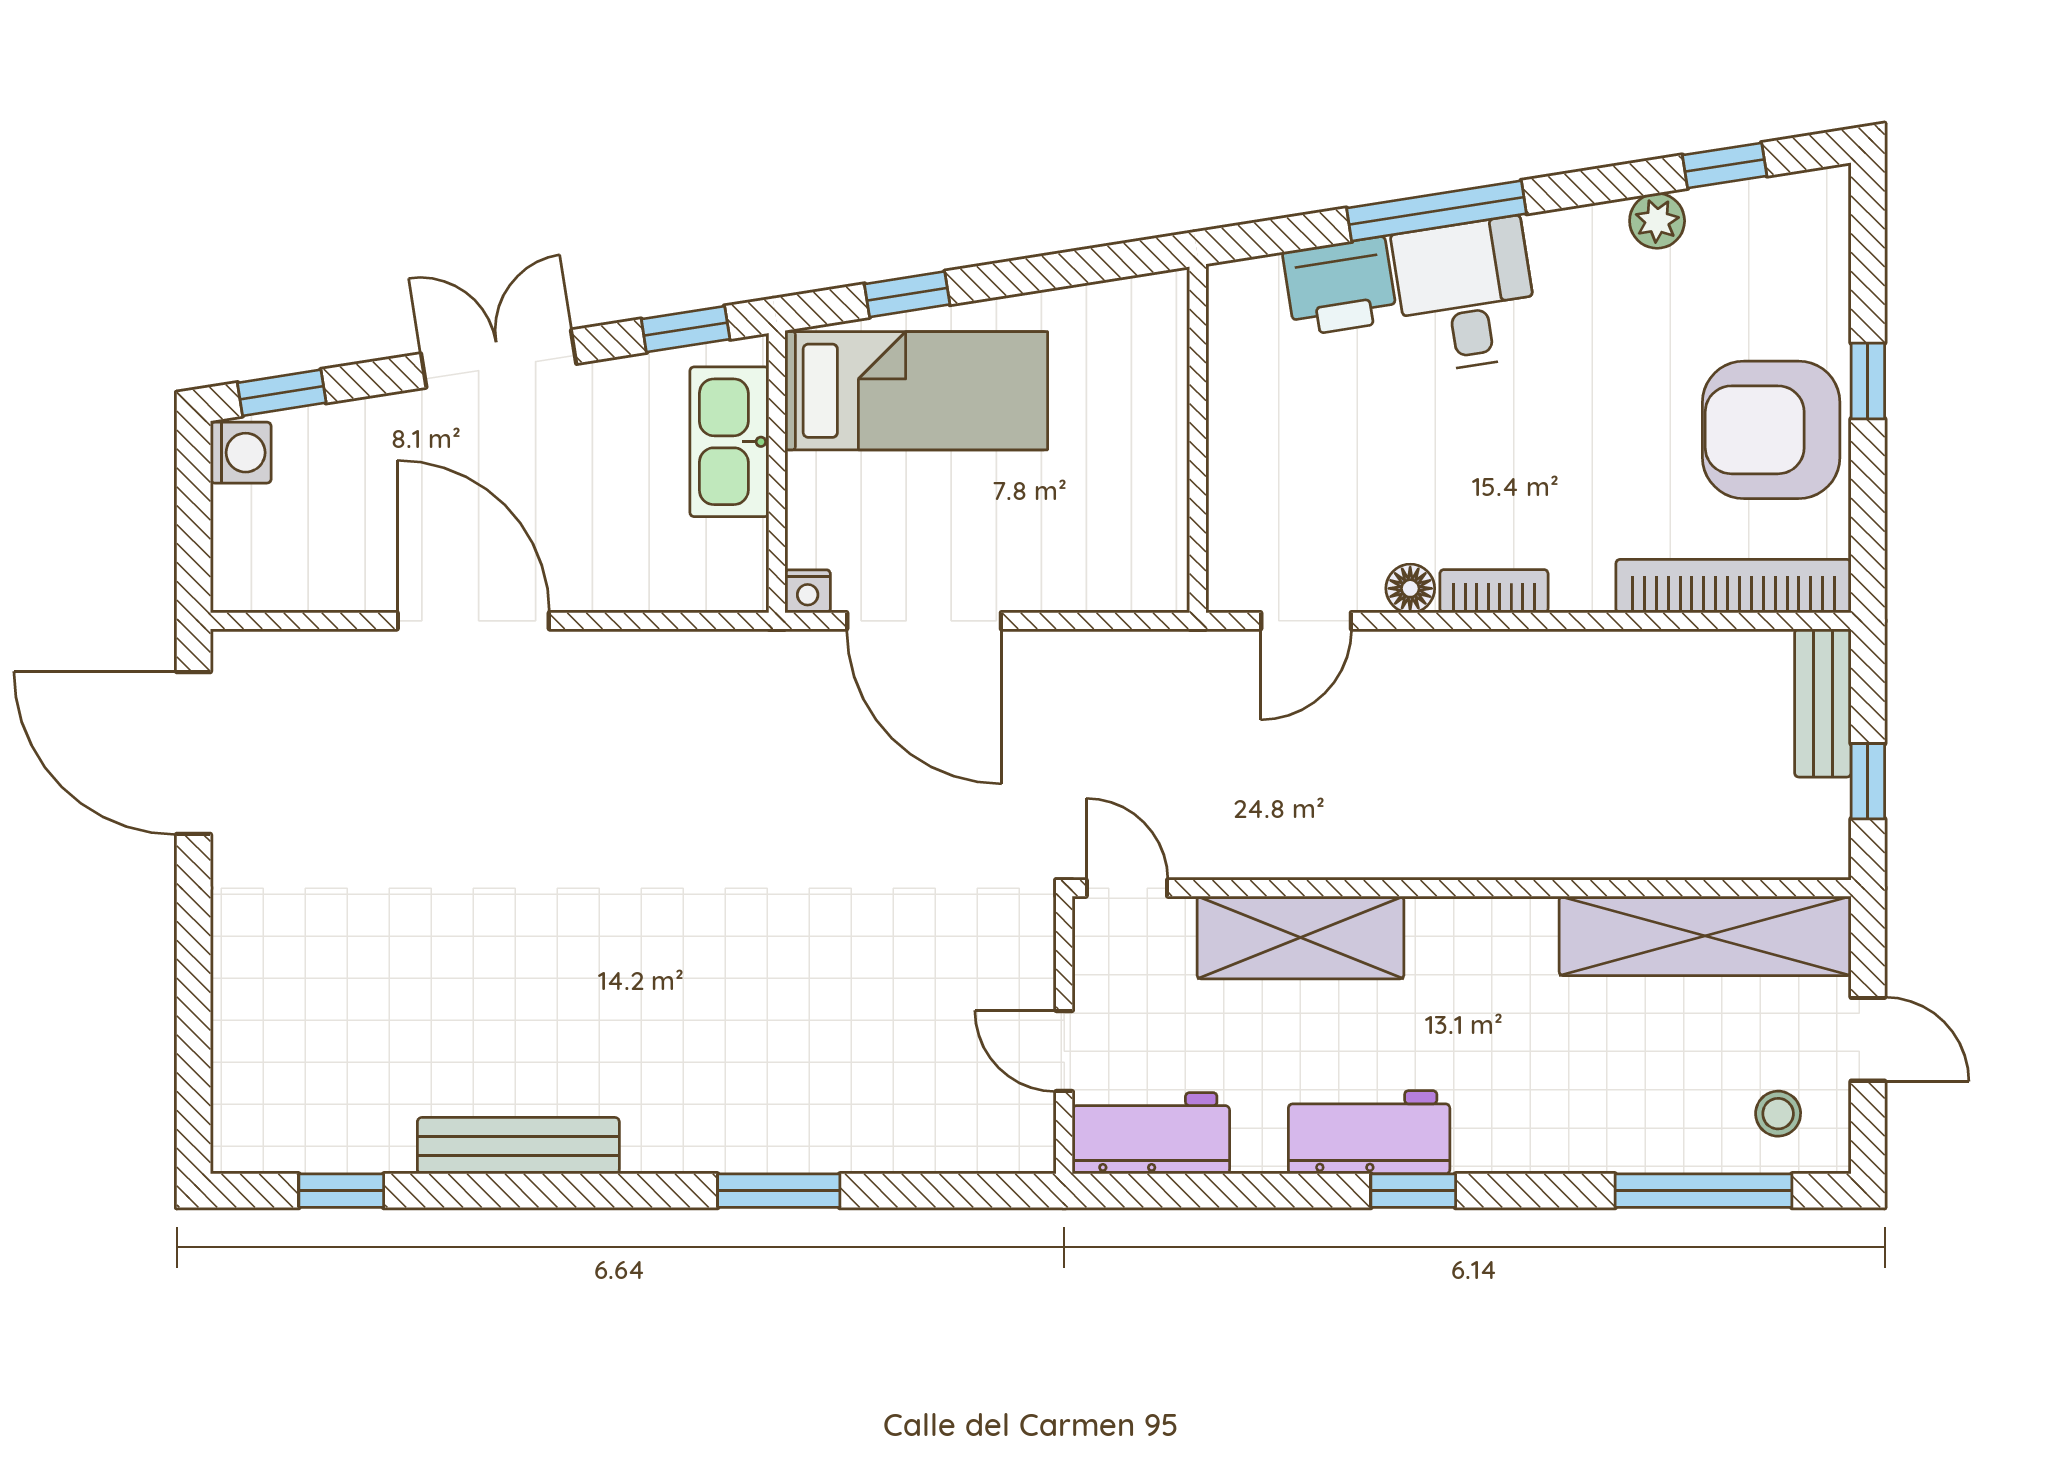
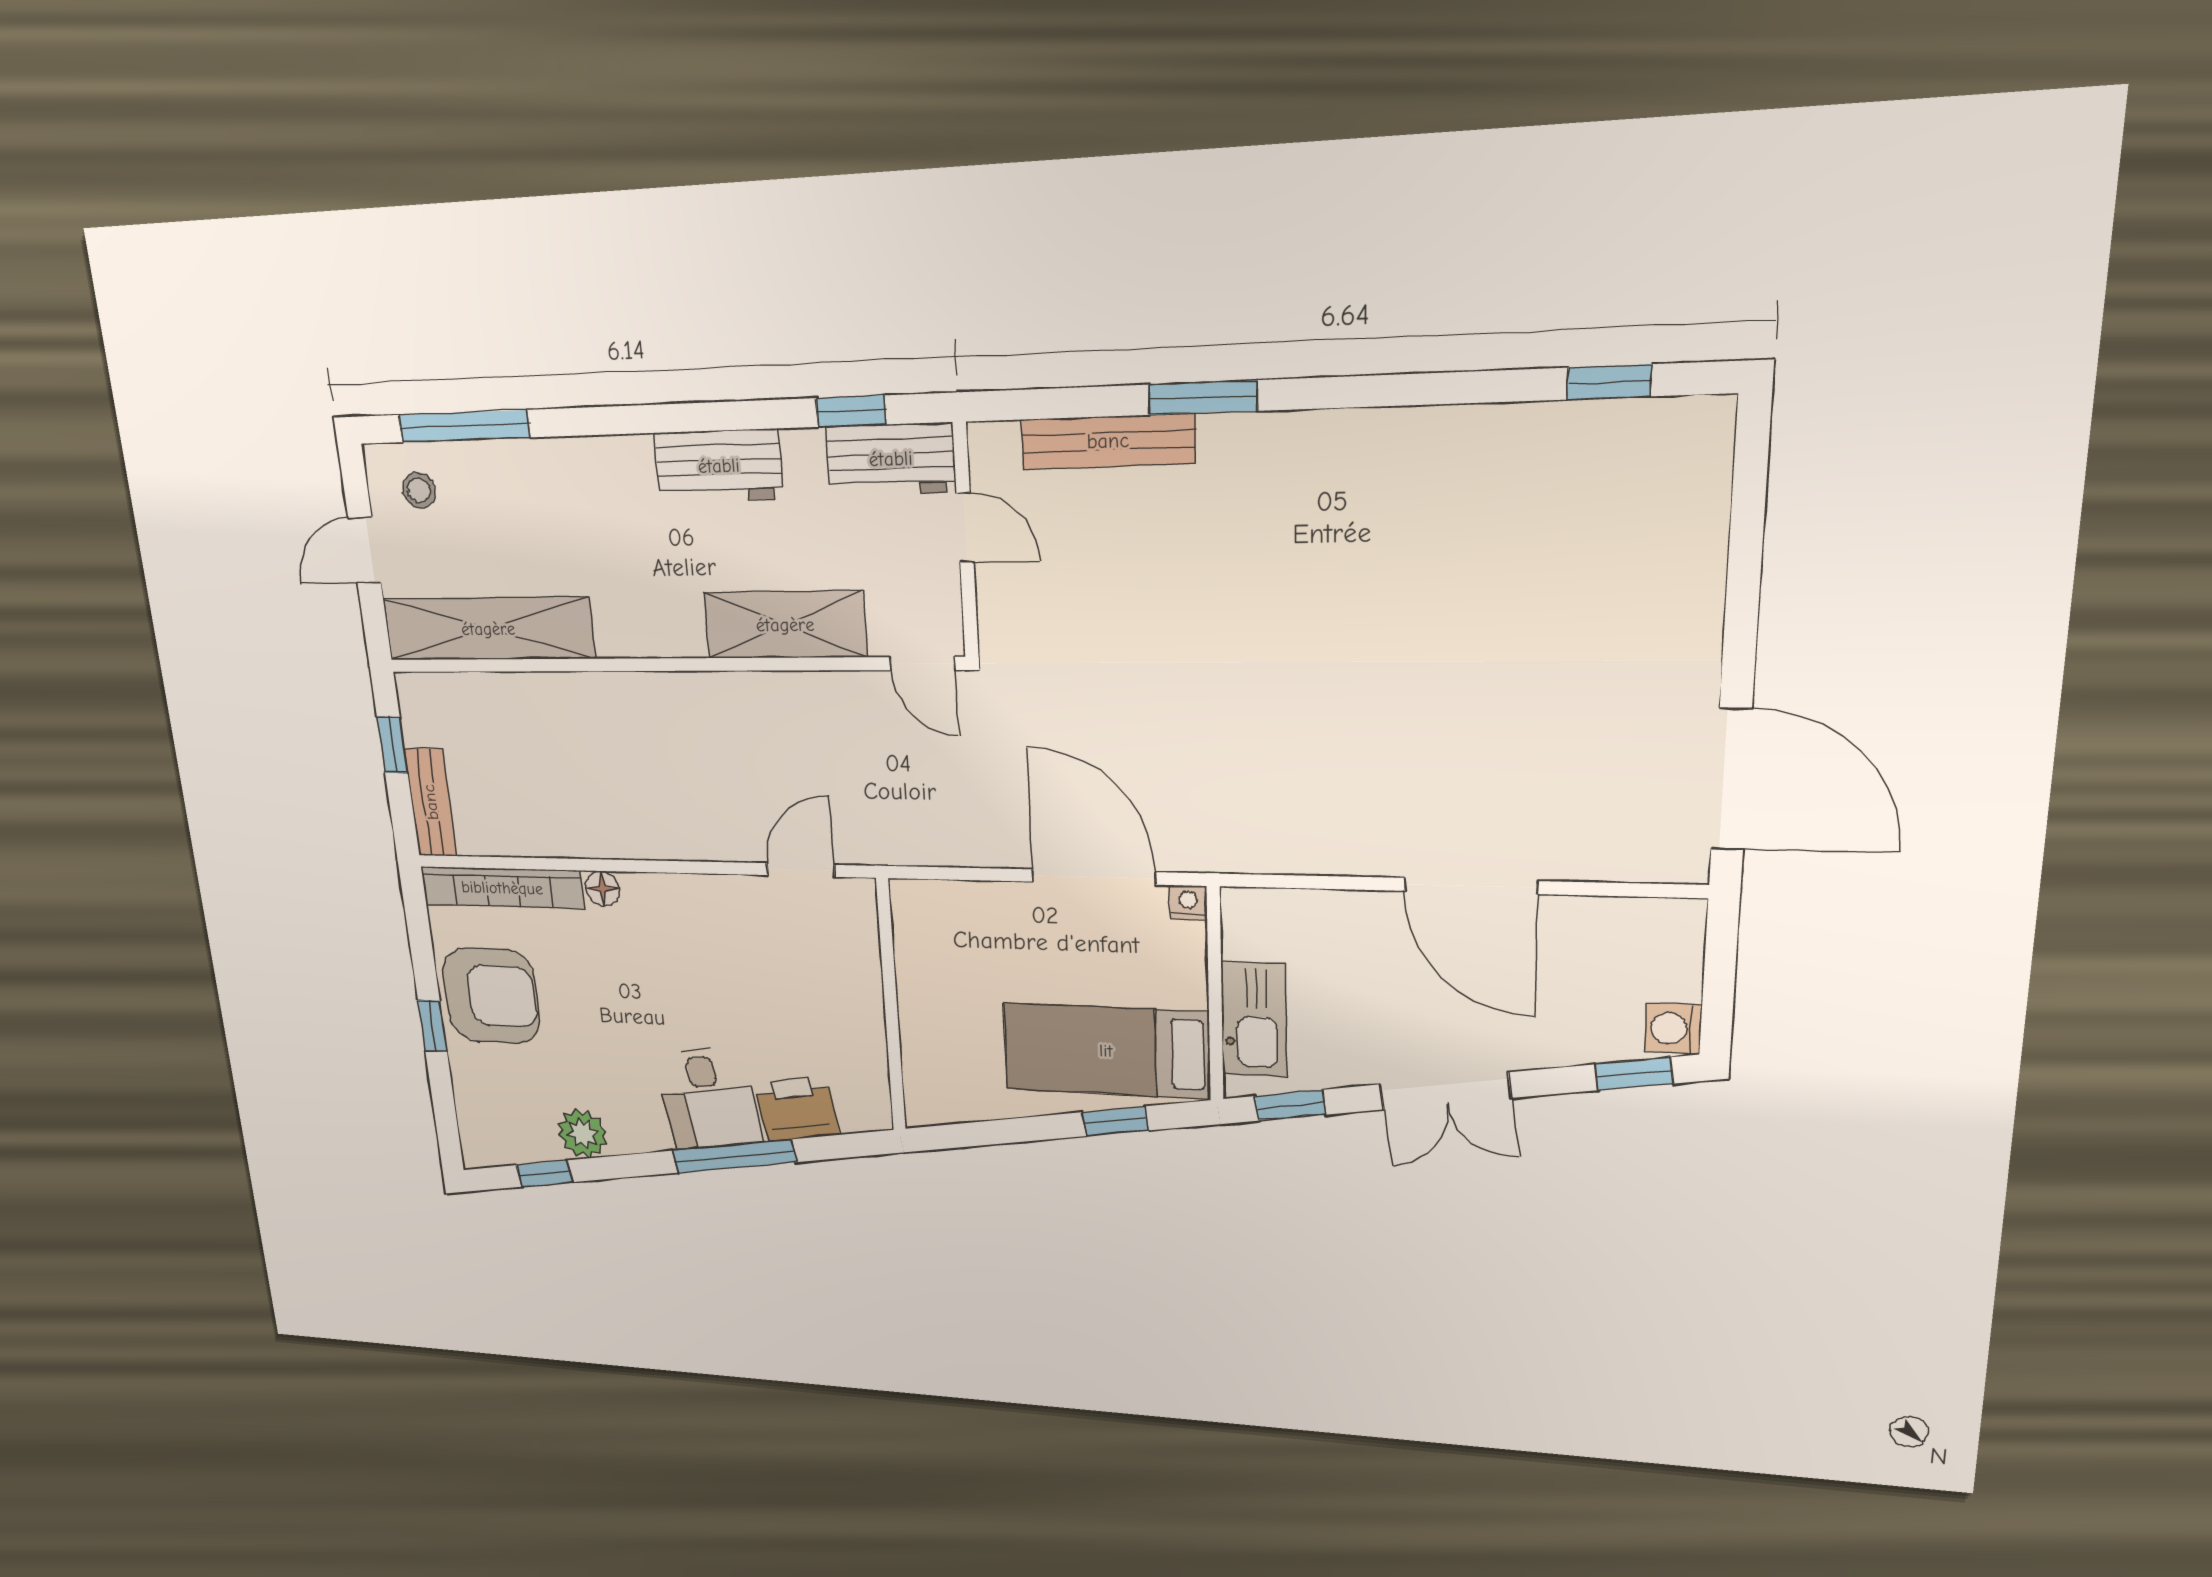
plant: (1657, 221) -> (582, 1133), width x1.38, depth x1.38
floor lamp: (1410, 588) -> (603, 889), moved
bookcase: (1494, 591) -> (667, 888), removed
door: (1868, 1039) -> (364, 550), hinge flipped
bench: (518, 1146) -> (1108, 441), moved
window: (1413, 1191) -> (851, 411), moved

